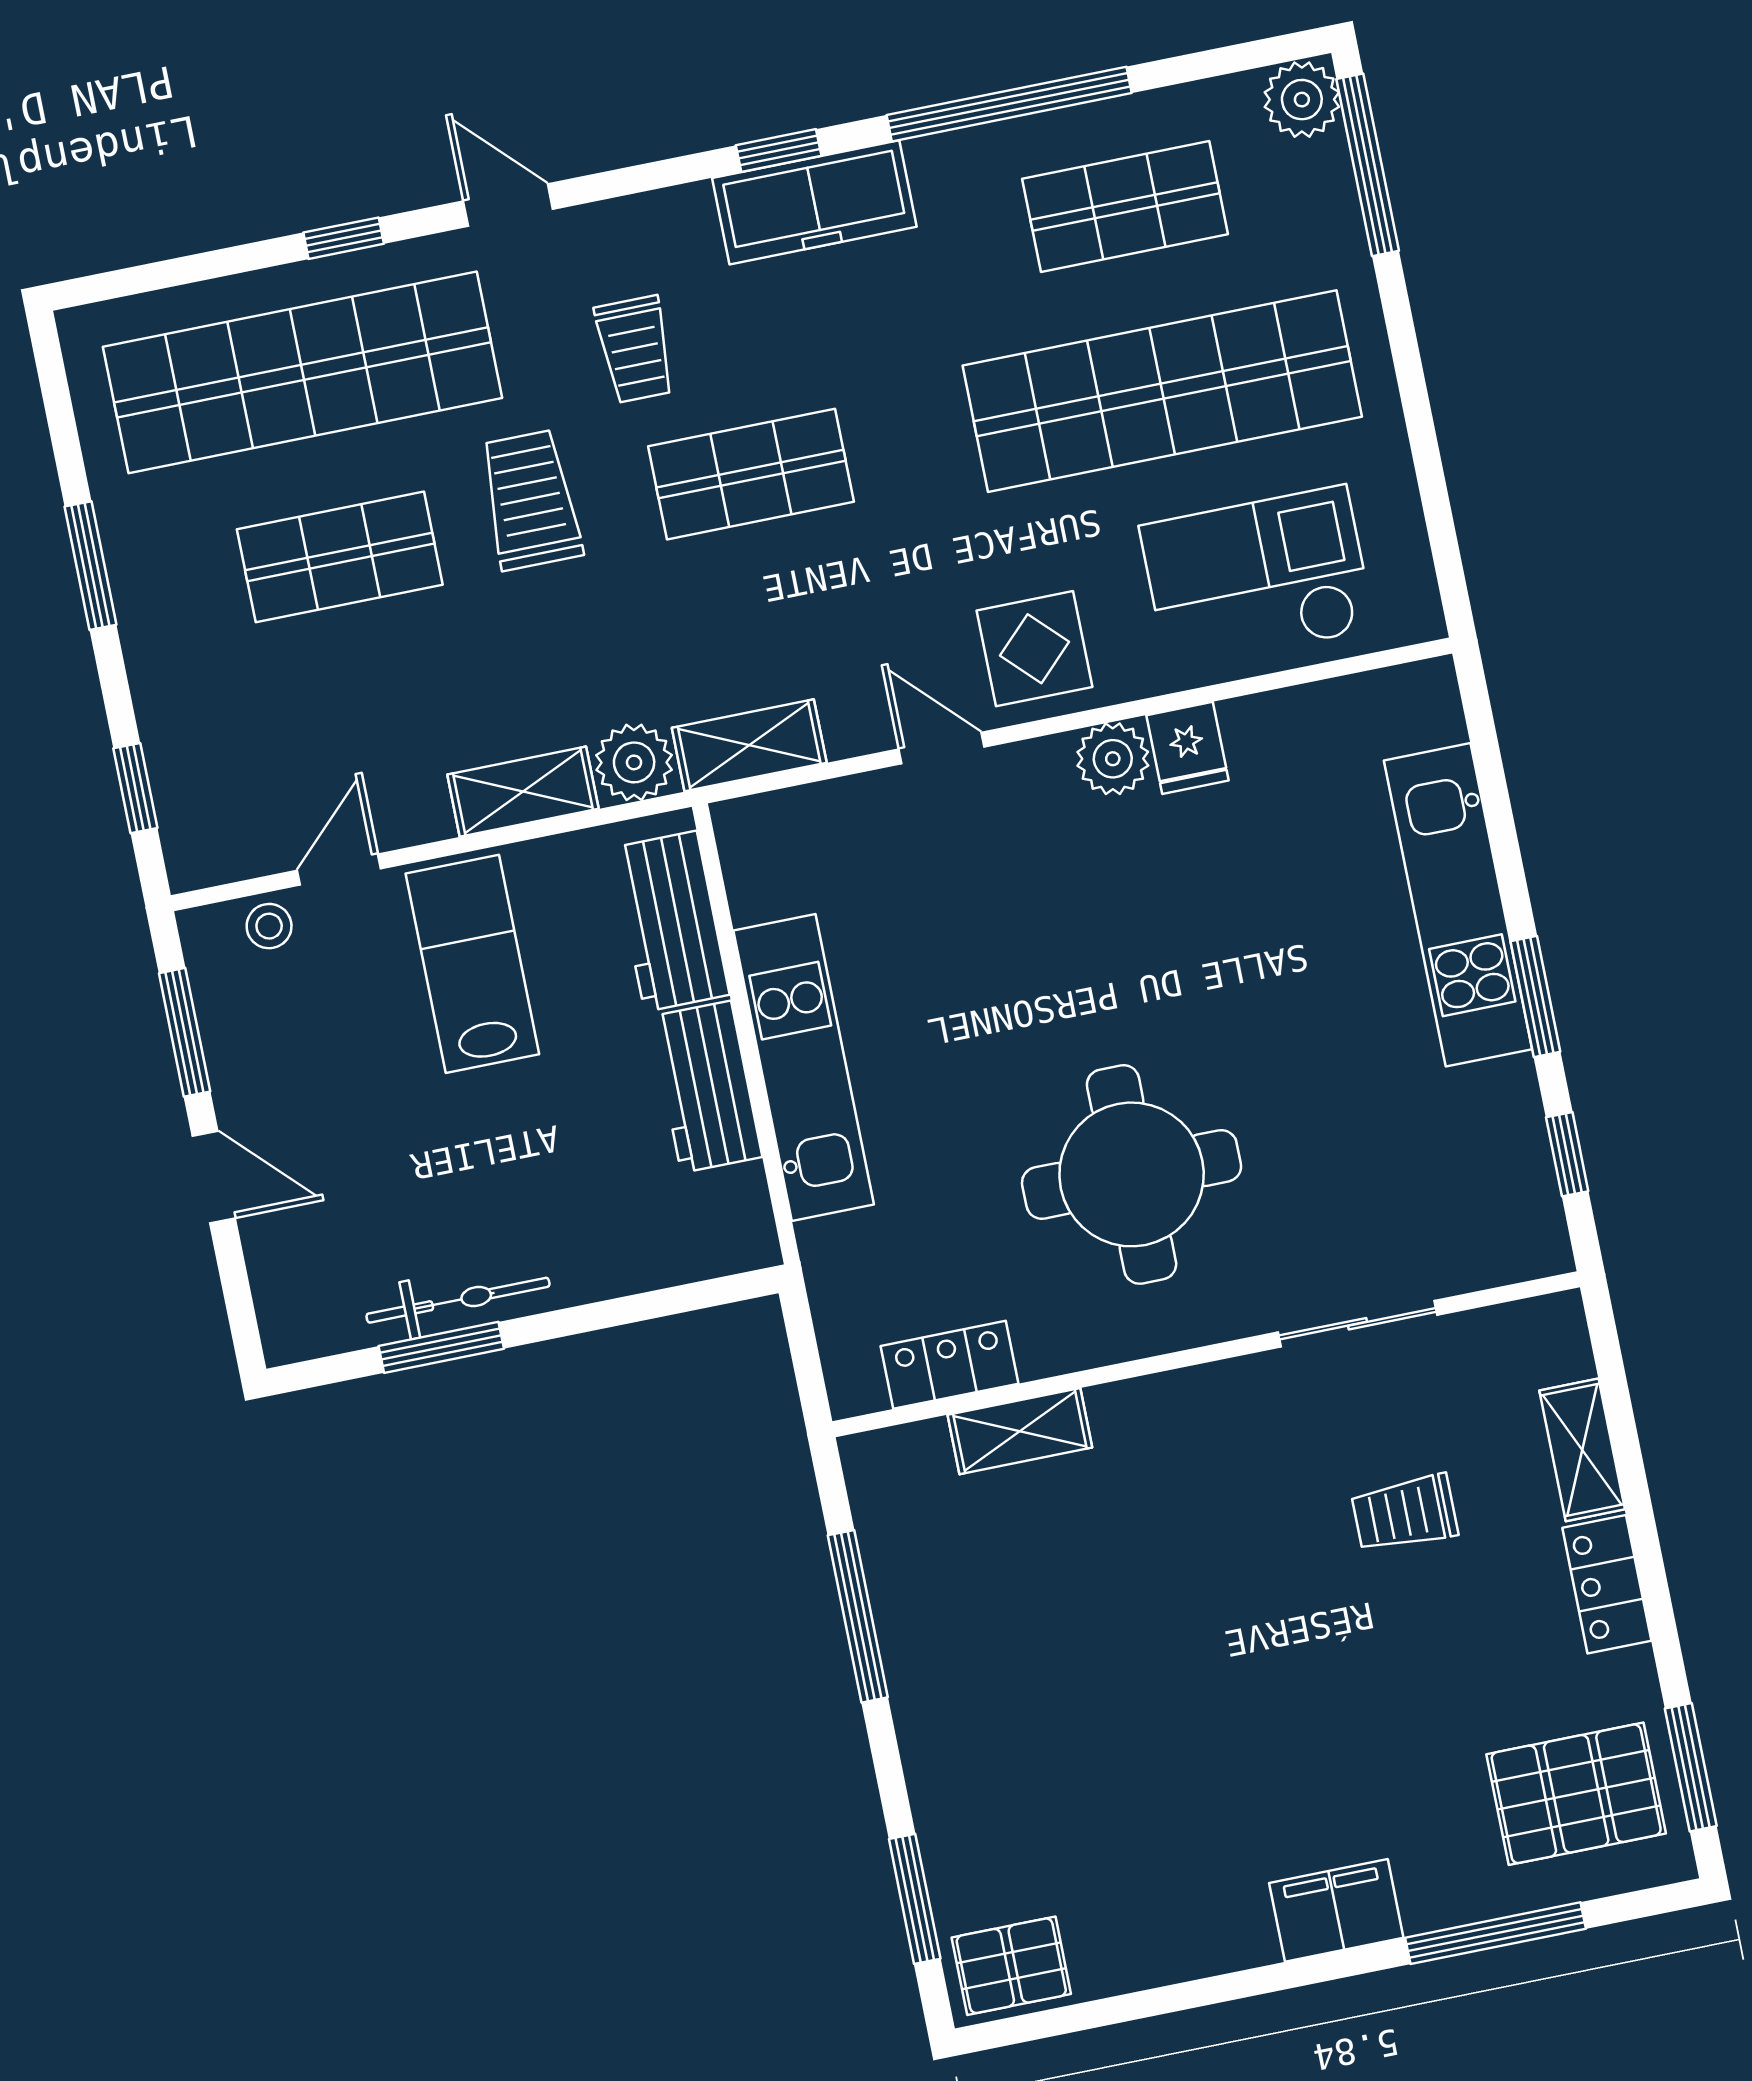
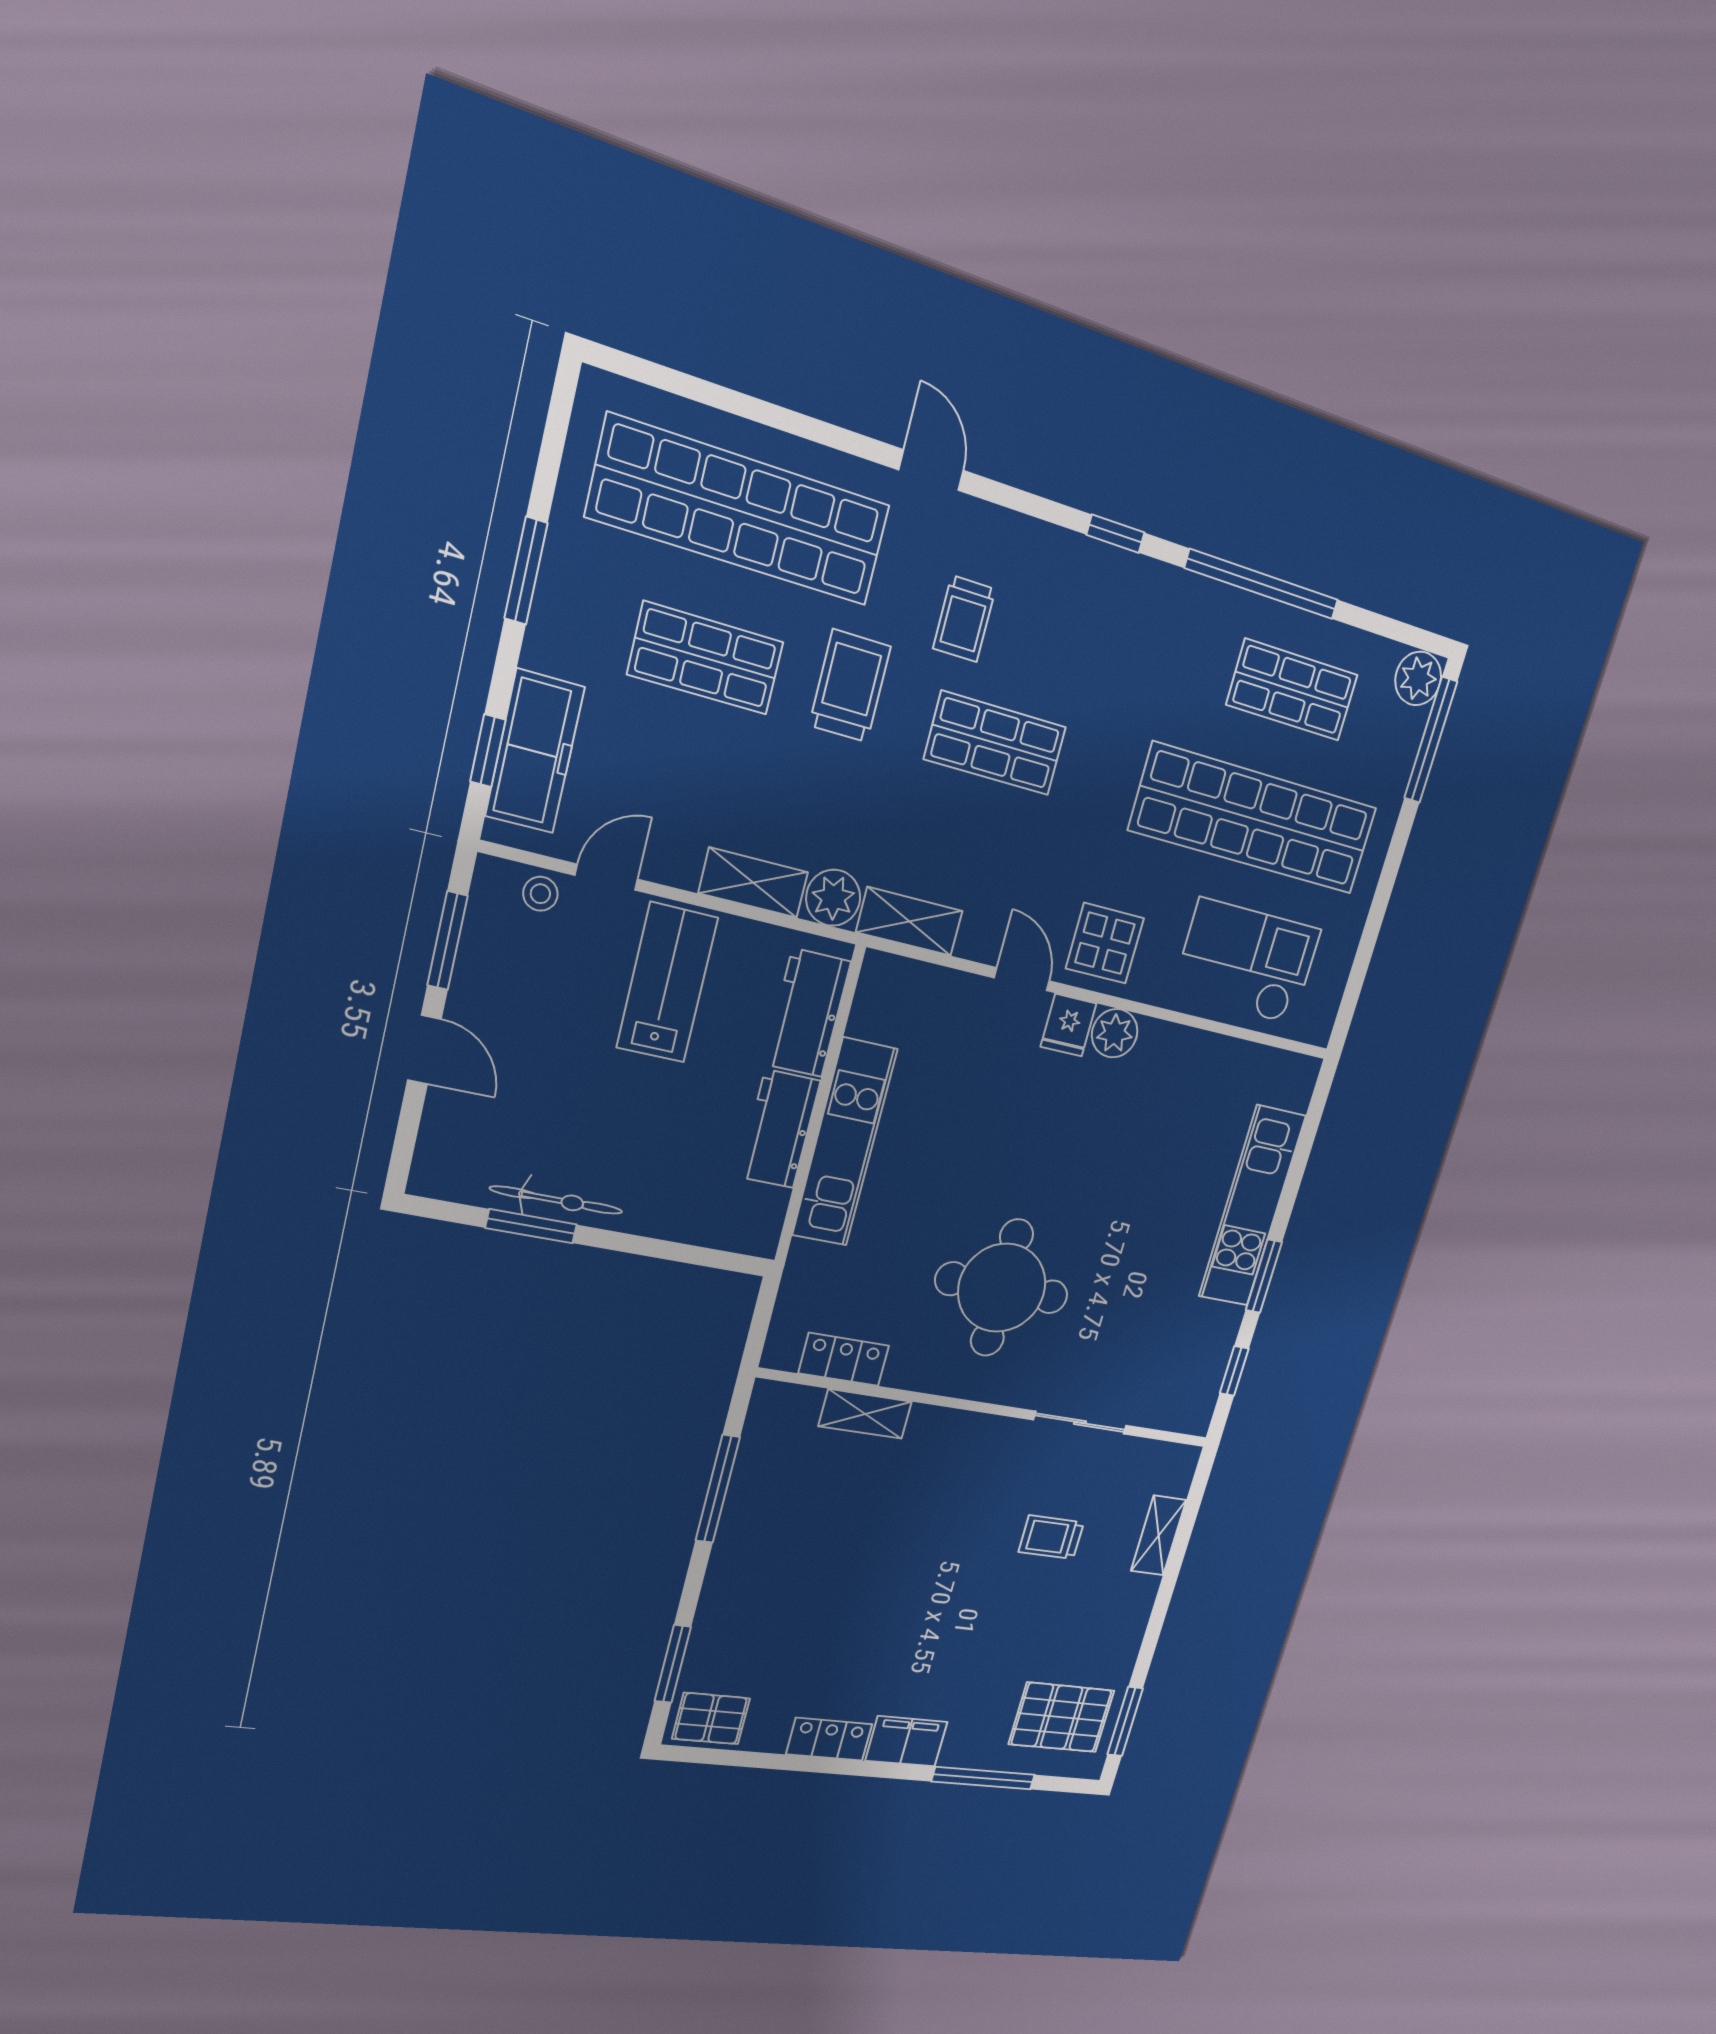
freezer: (814, 202) -> (535, 751), moved, turned -90
window: (344, 238) -> (812, 429), removed
fridge: (1188, 748) -> (1068, 1025), moved
locker: (1607, 1584) -> (829, 1739), moved, turned 90

